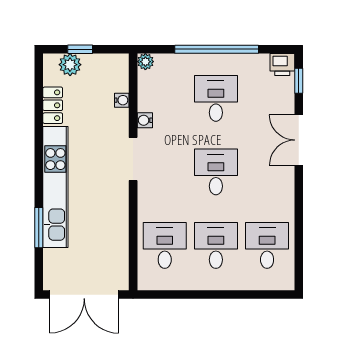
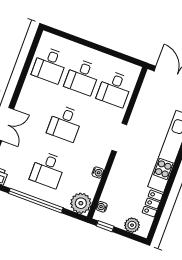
window: (80, 49) -> (105, 226), moved
plant: (145, 62) -> (81, 203), width x1.88, depth x1.88
water cooler: (122, 100) -> (102, 207), moved
doorway: (133, 159) -> (119, 137), moved

